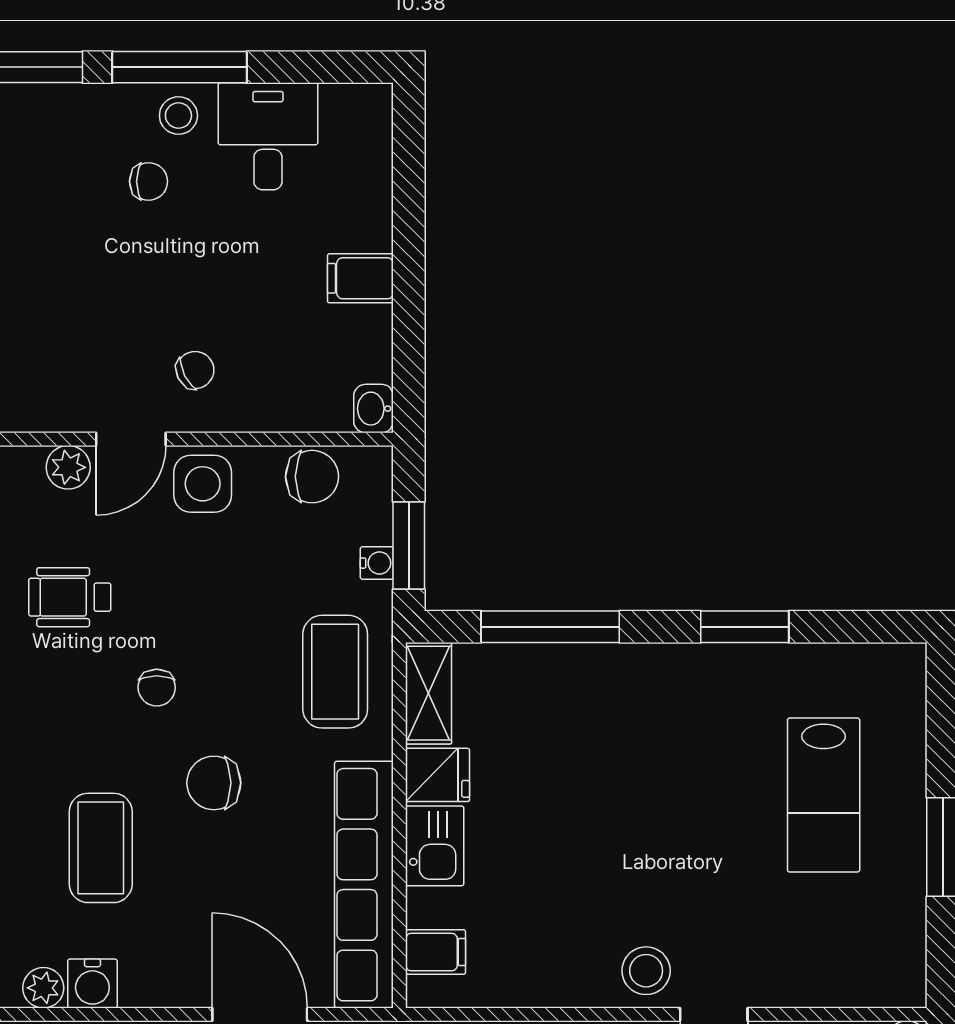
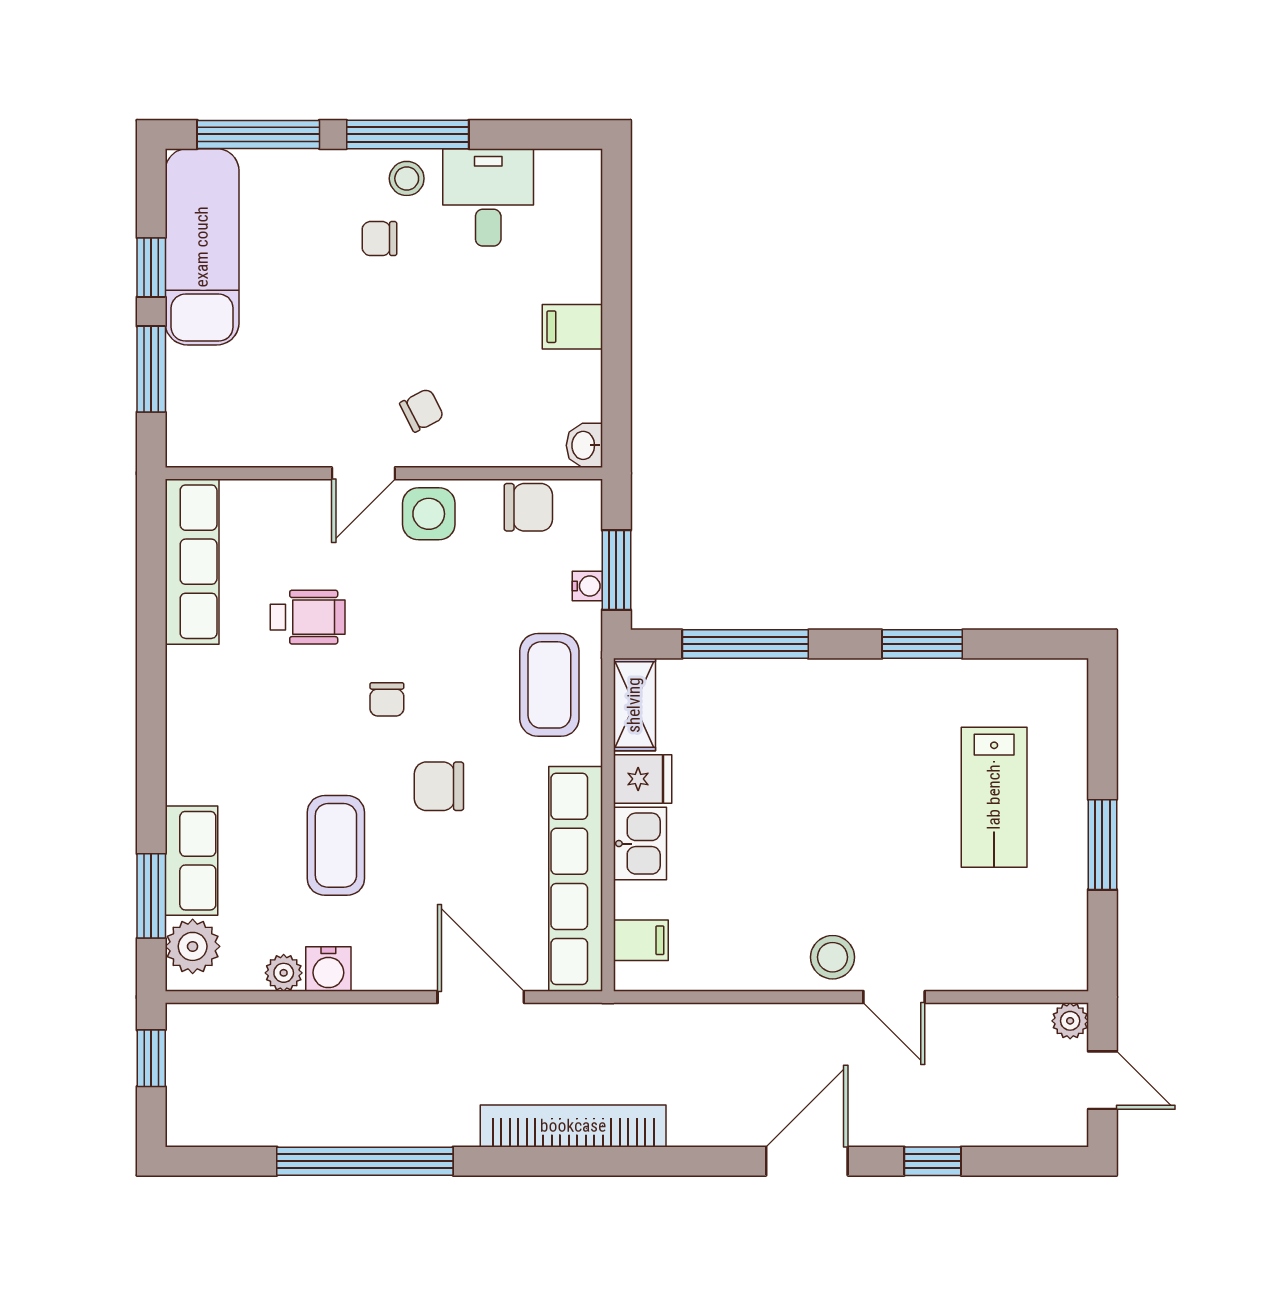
chair: (149, 181) -> (379, 239), turned 180
plant: (68, 467) -> (306, 499), removed
wheelchair: (70, 597) -> (308, 617), turned 180

